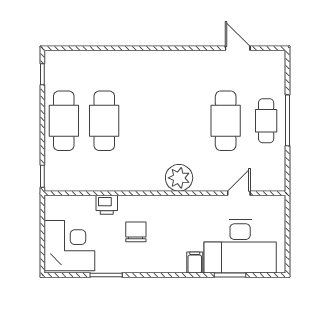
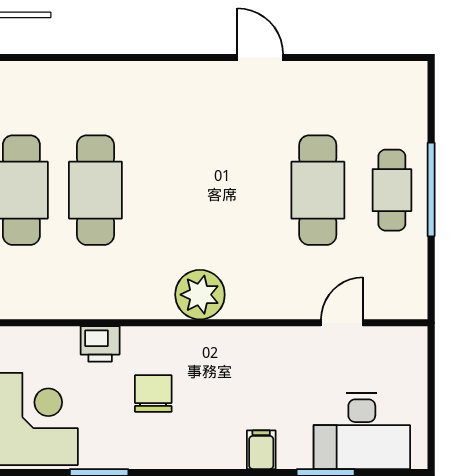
door: (238, 48) -> (260, 57), moved
plant: (179, 178) -> (200, 295), moved
desk: (240, 246) -> (362, 431), width x0.73, depth x0.77

